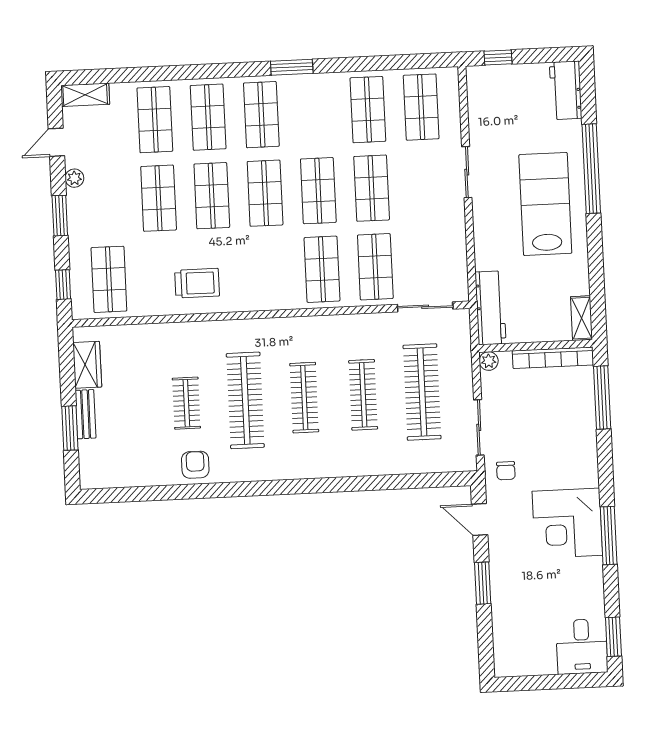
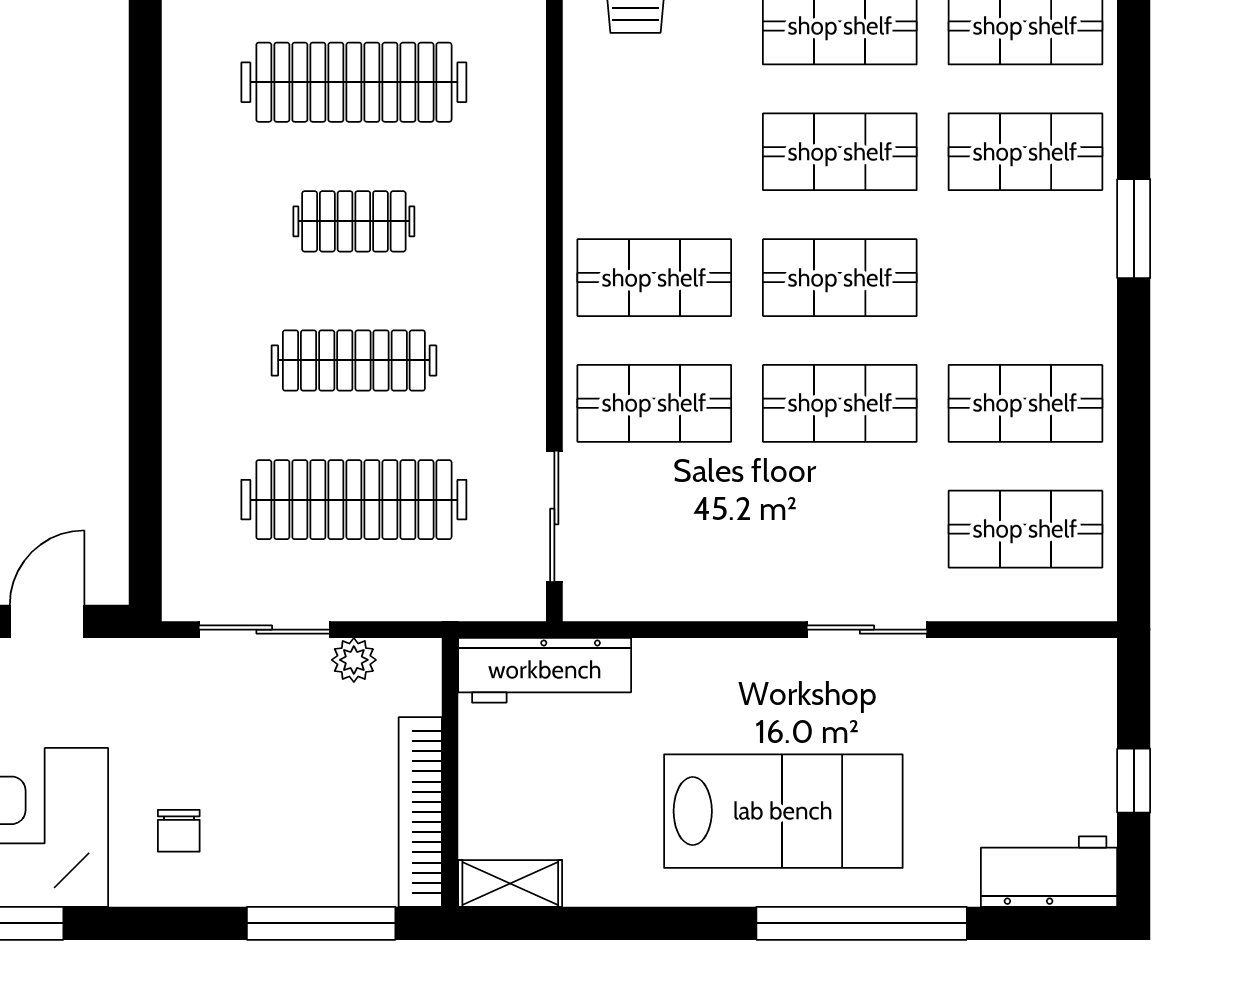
window: (498, 58) -> (1134, 781), moved
plant: (489, 361) -> (354, 660), moved
clothes rail: (304, 398) -> (354, 221), width x0.73
chair: (506, 471) -> (179, 831), moved, turned -90

